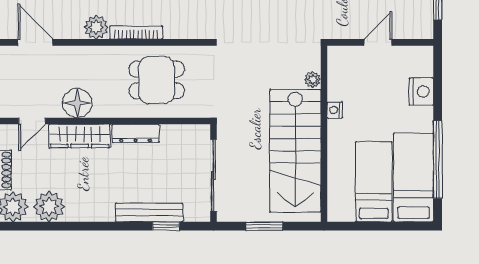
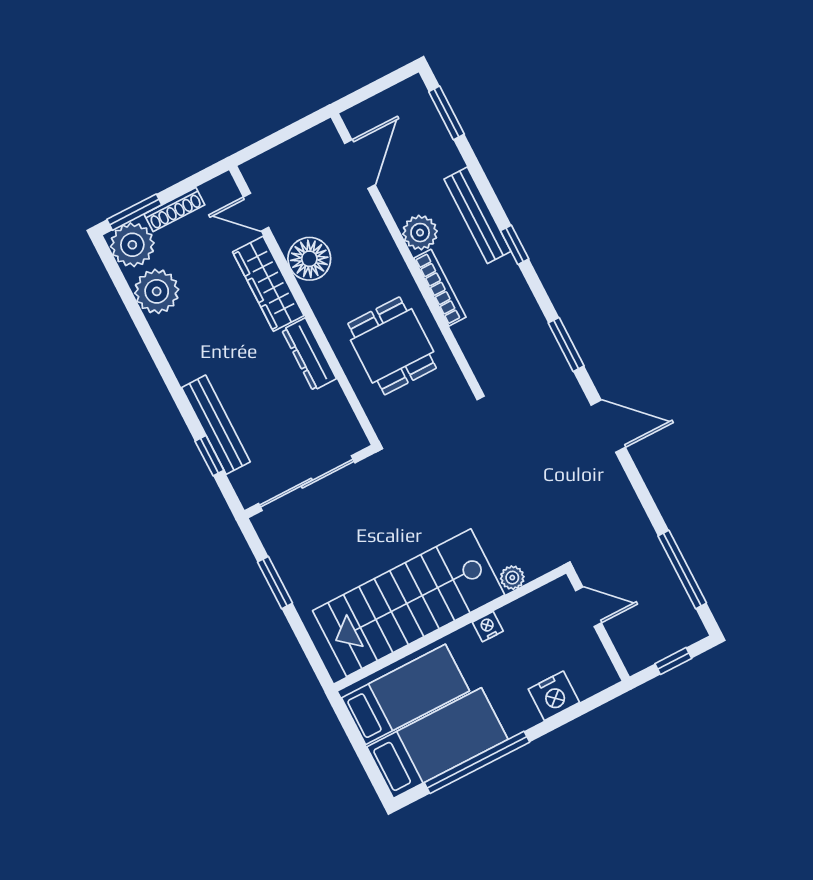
plant: (313, 80) -> (512, 578), moved
nightstand: (335, 110) -> (488, 627), moved
wall: (324, 134) -> (450, 628), moved
stairs: (295, 151) -> (409, 603), moved

